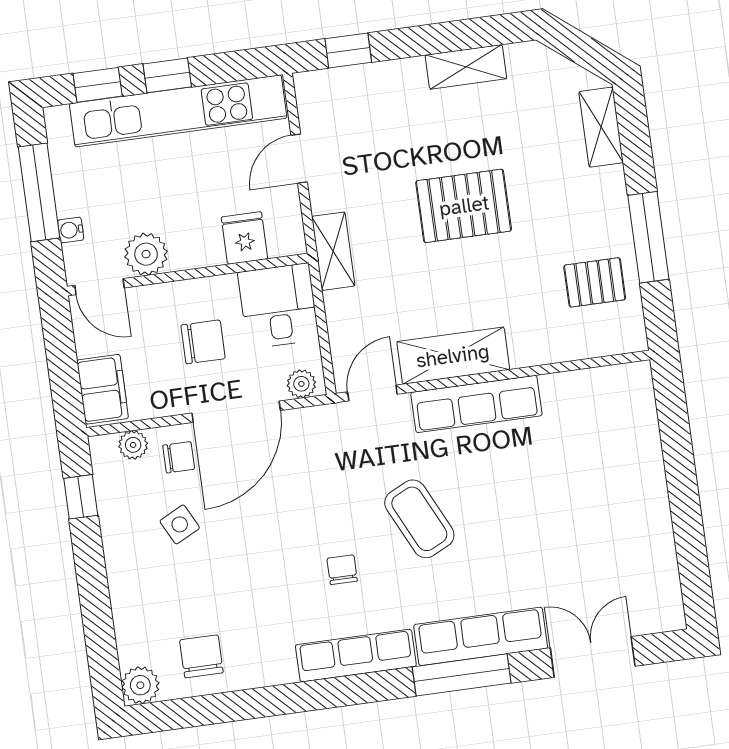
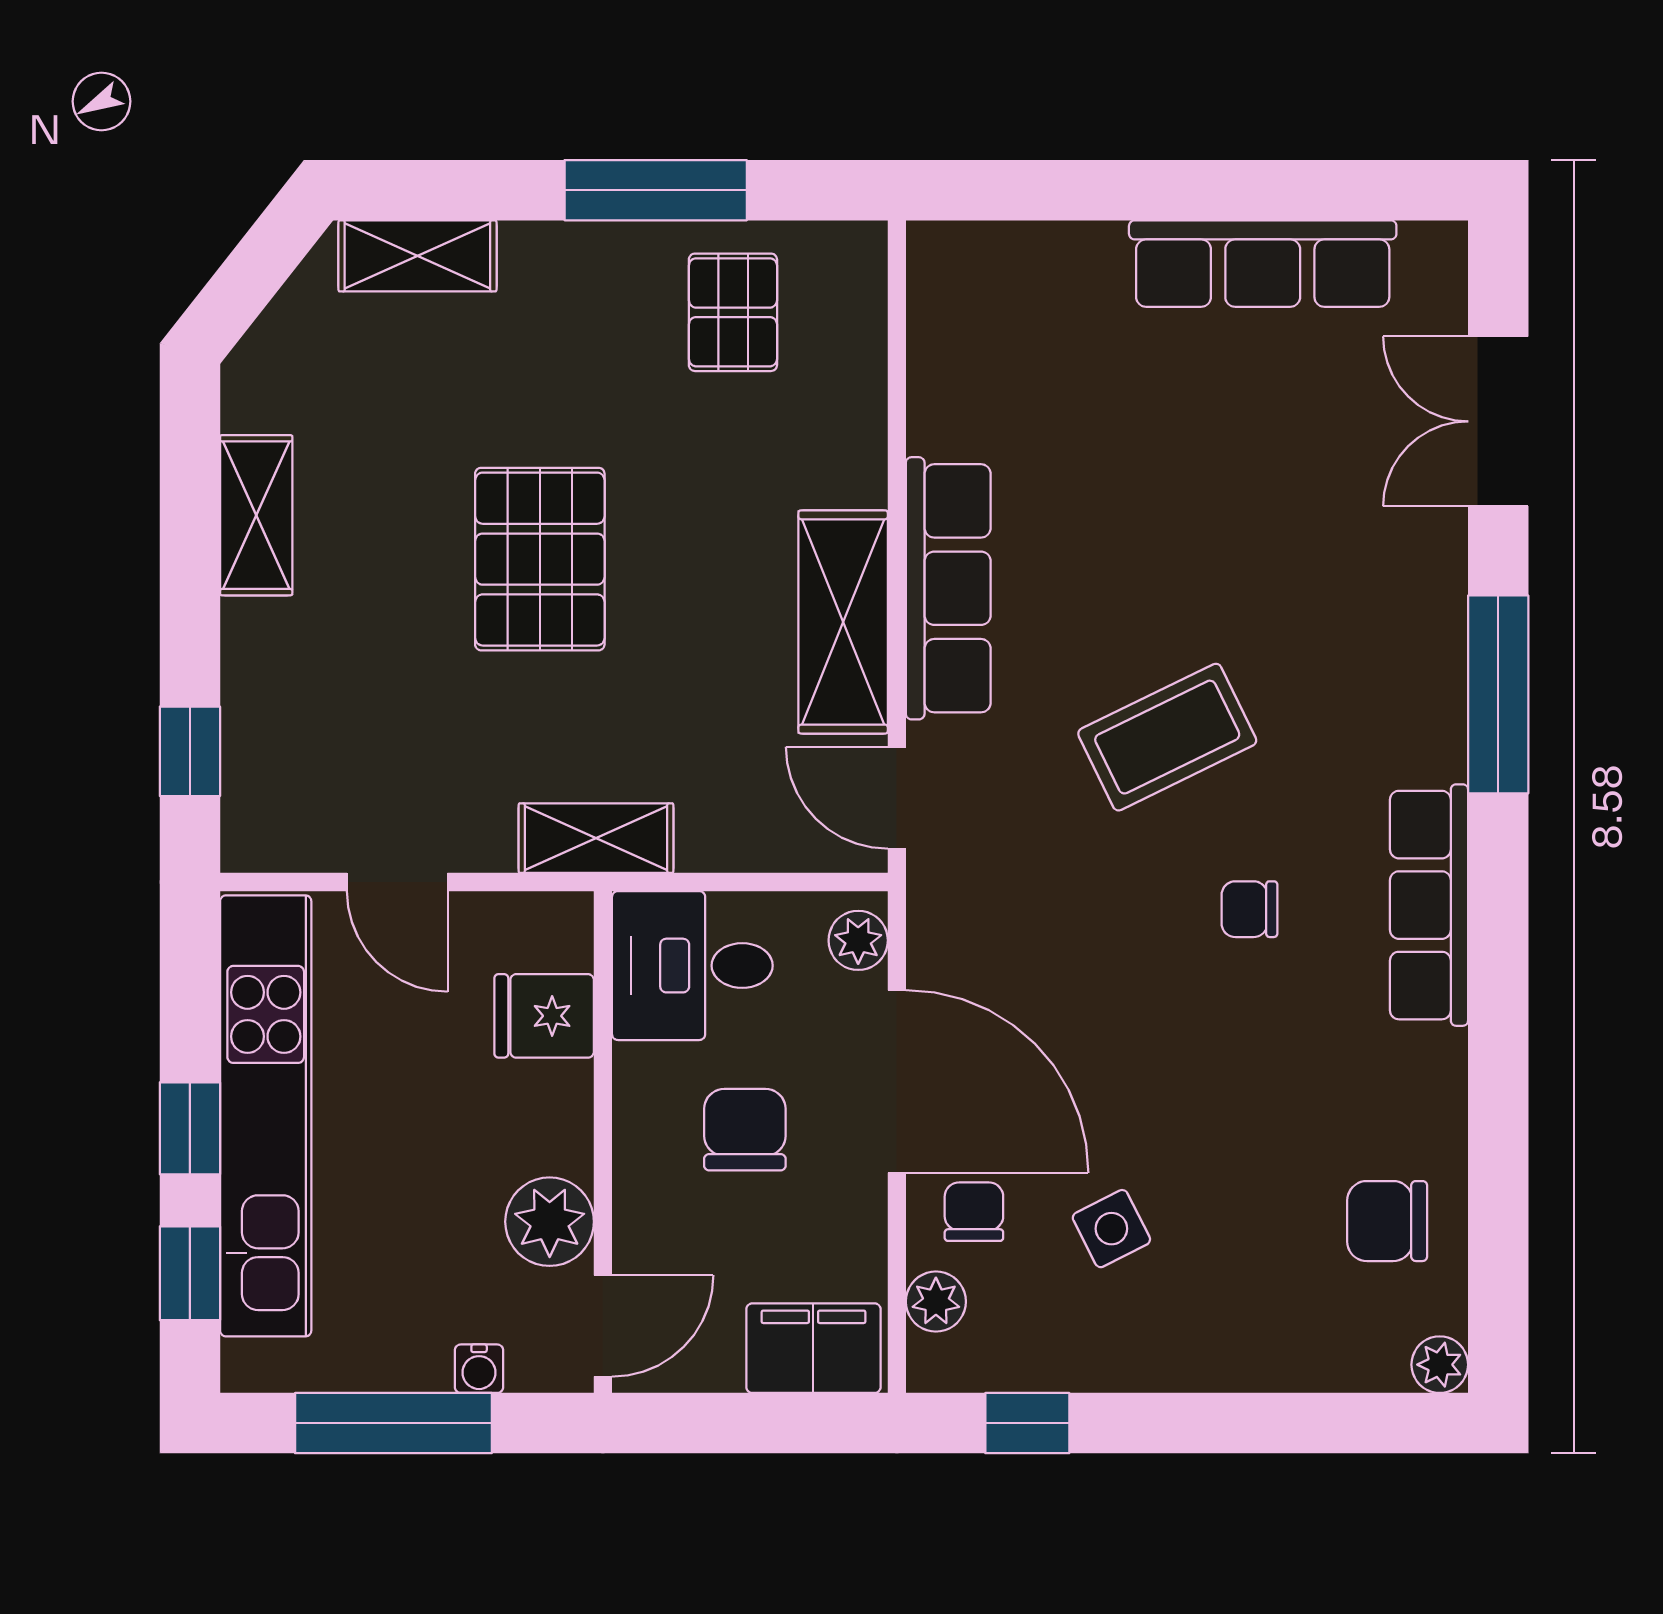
row of seats: (481, 636) -> (1263, 264), moved, turned -90
plant: (140, 685) -> (1440, 1365), width x0.73, depth x0.73

